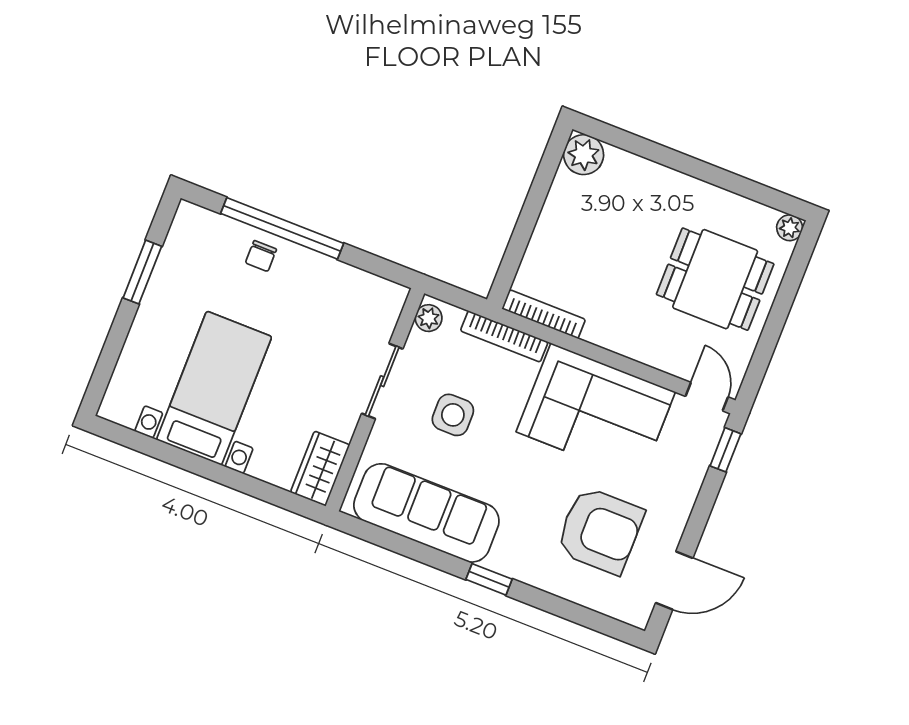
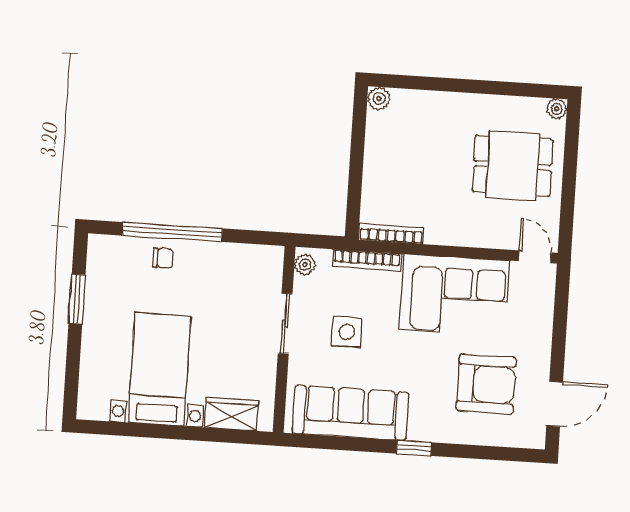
plant: (584, 155) -> (379, 99), width x0.73, depth x0.73
chair: (261, 256) -> (163, 258), turned -90
window: (725, 450) -> (562, 293), removed
wardrobe: (320, 469) -> (232, 414), moved, turned 90

